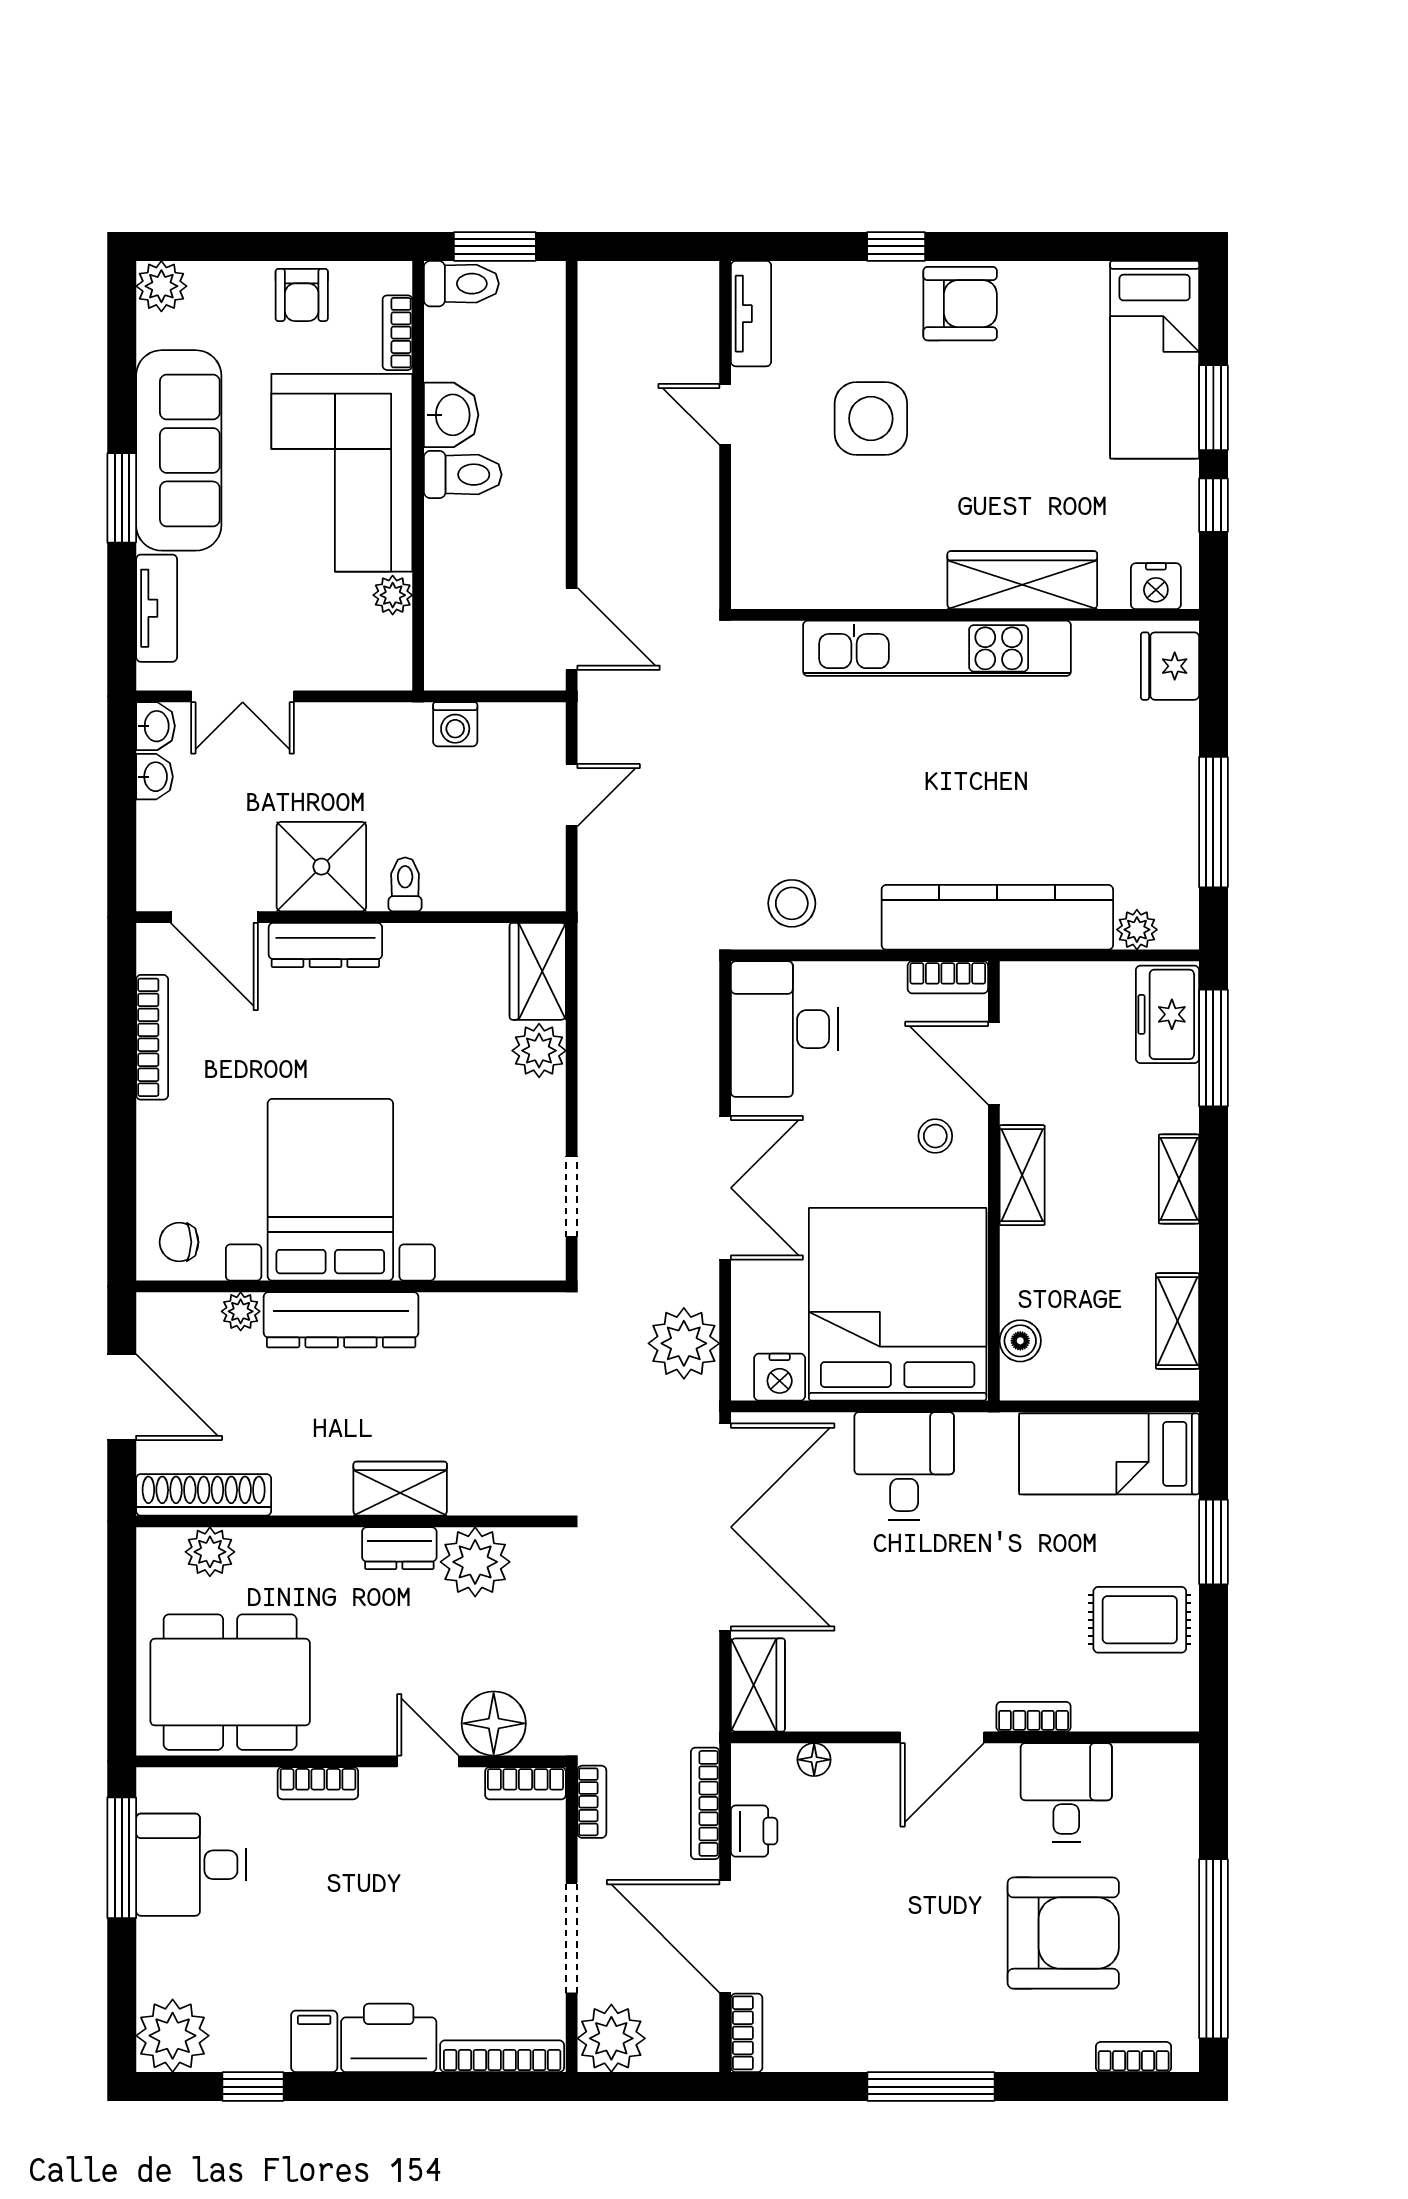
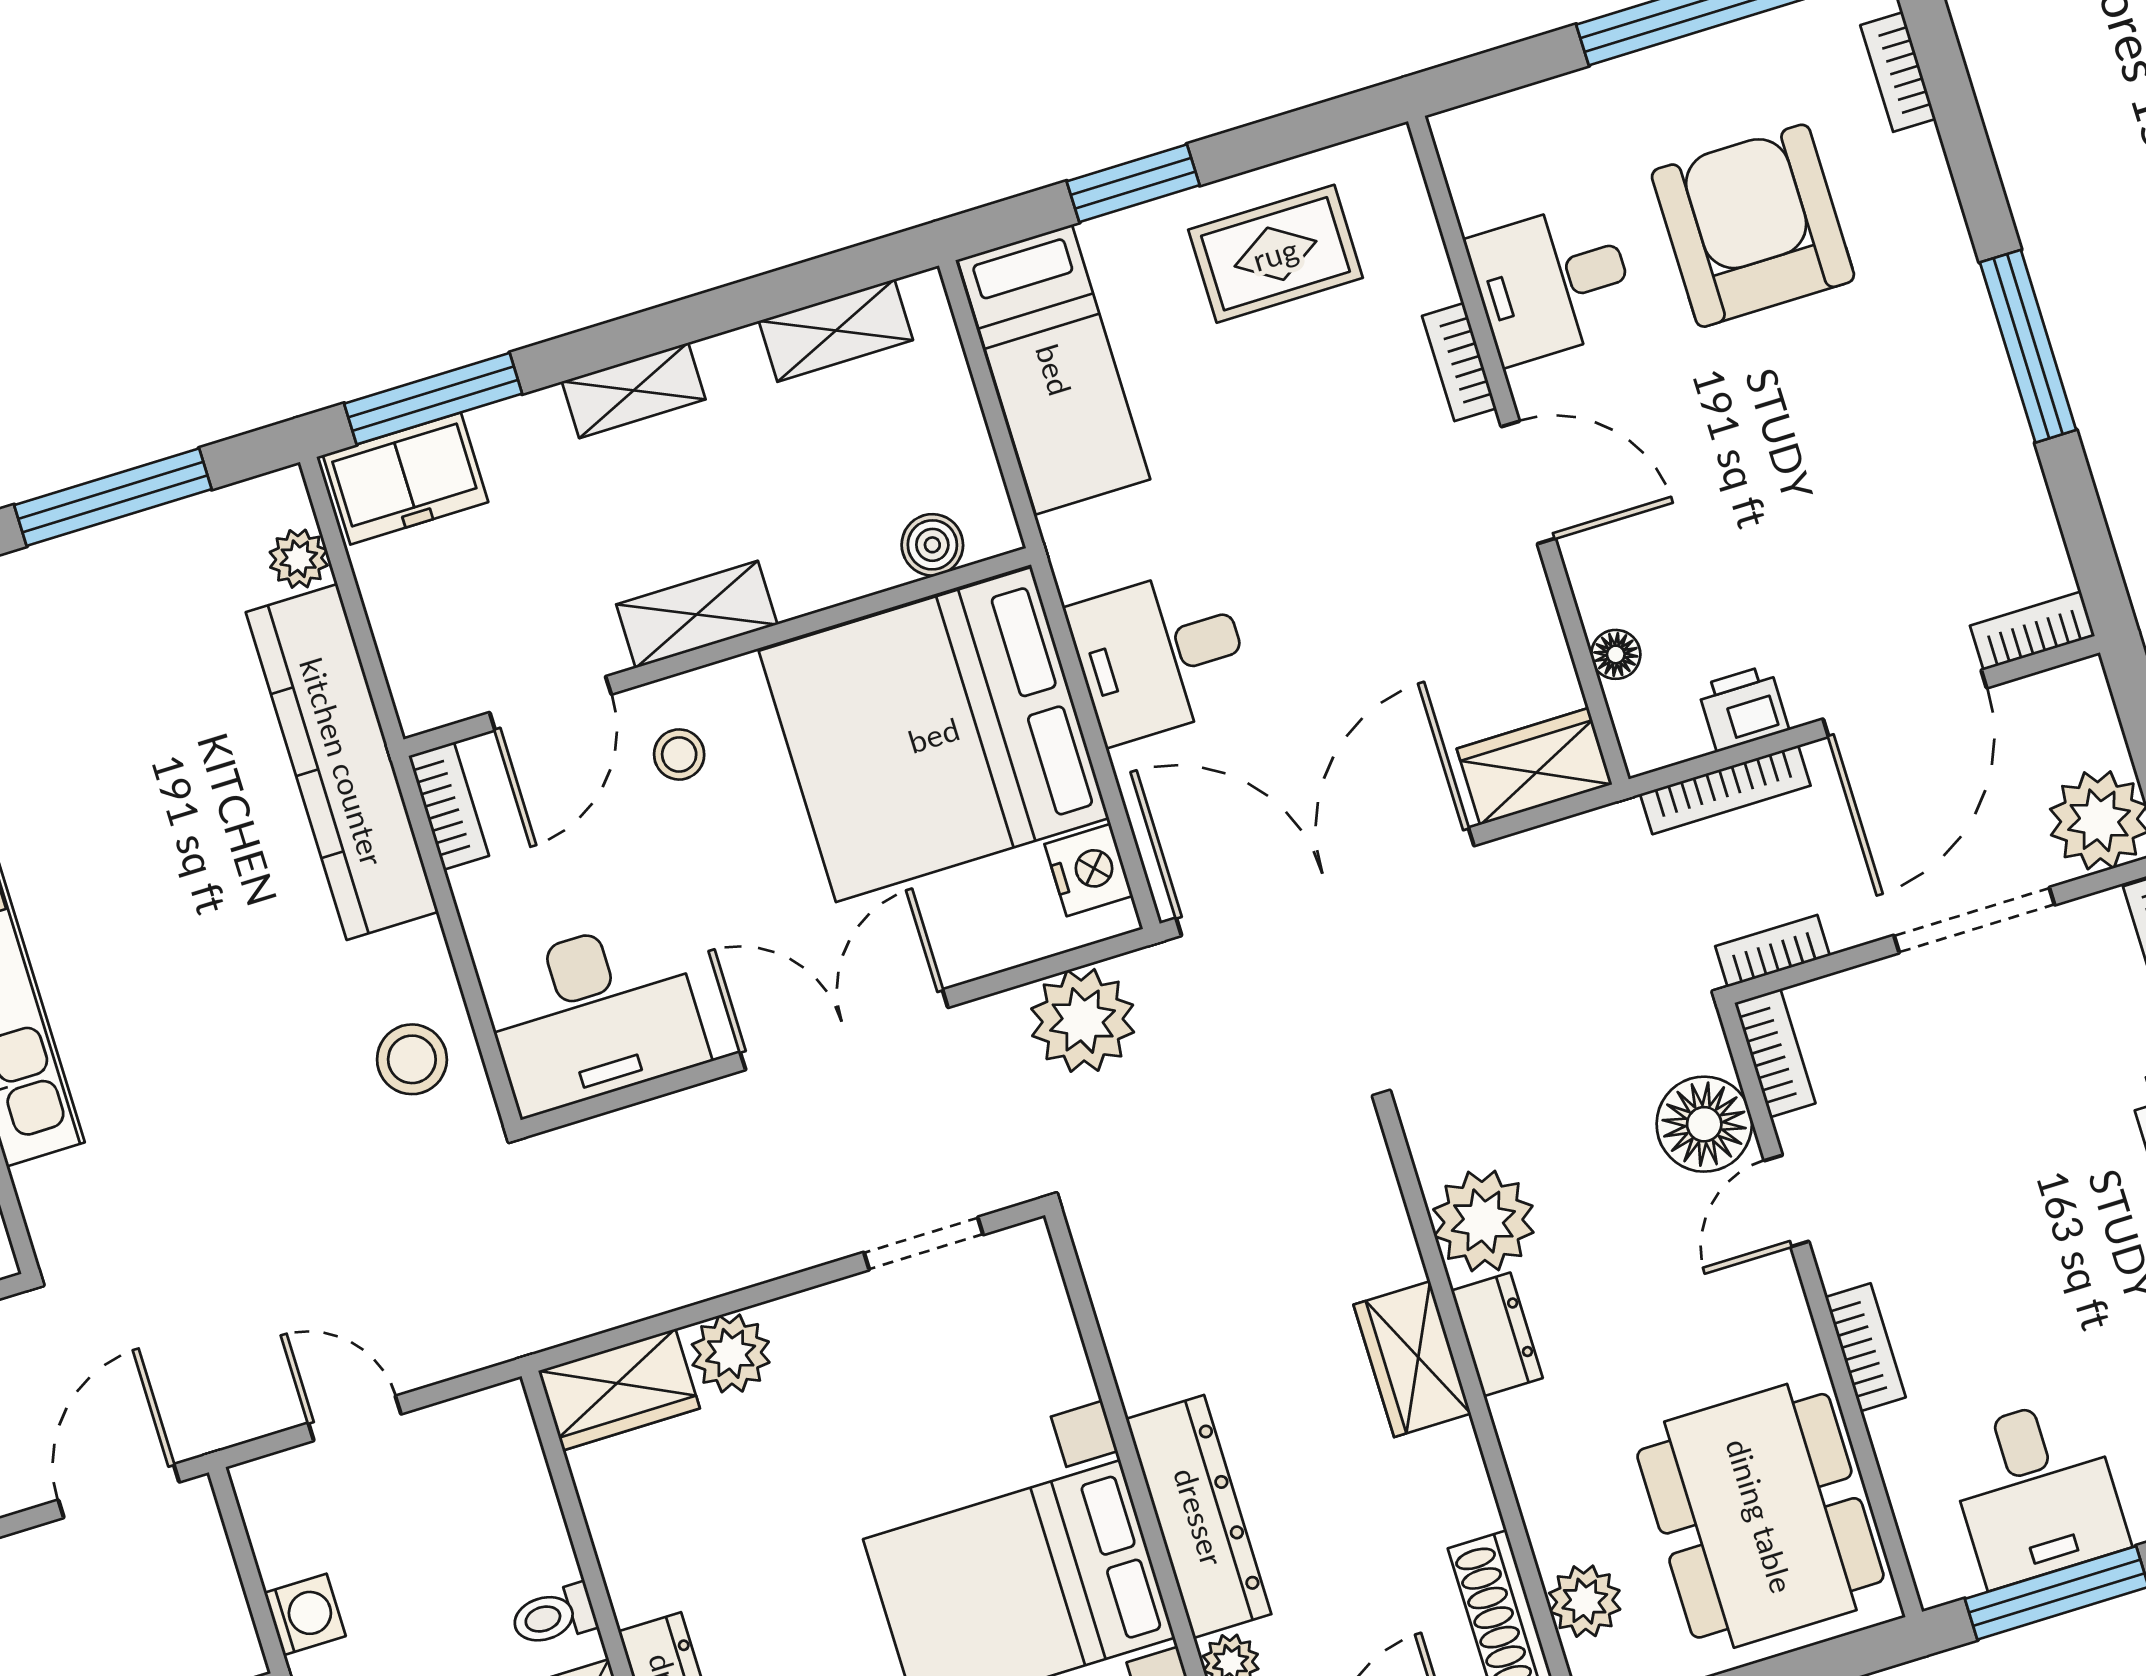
rug: (1140, 1620) -> (1275, 254), turned 90

